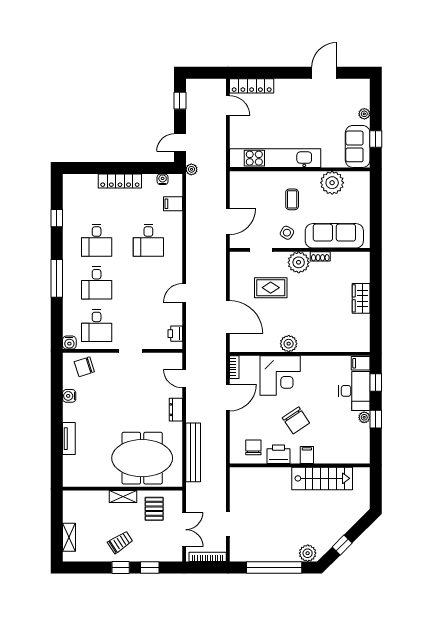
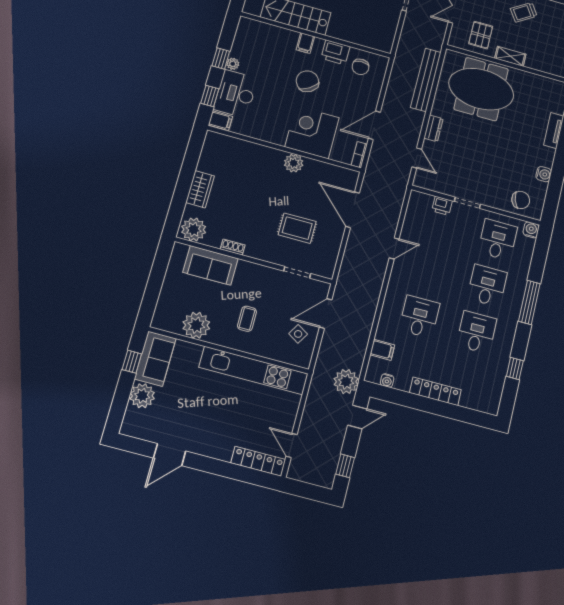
plant: (364, 114) -> (142, 396), width x1.87, depth x1.87
plant: (191, 169) -> (346, 382), width x1.88, depth x1.88
side table: (287, 233) -> (298, 334), moved
sofa: (334, 236) -> (210, 265), width x0.73
plant: (299, 262) -> (194, 229), moved
printer: (175, 334) -> (442, 206), moved, turned 90

